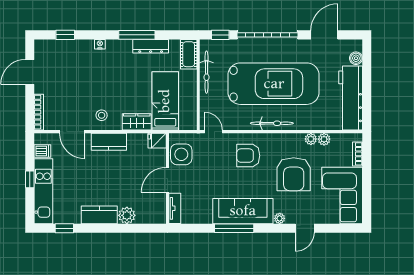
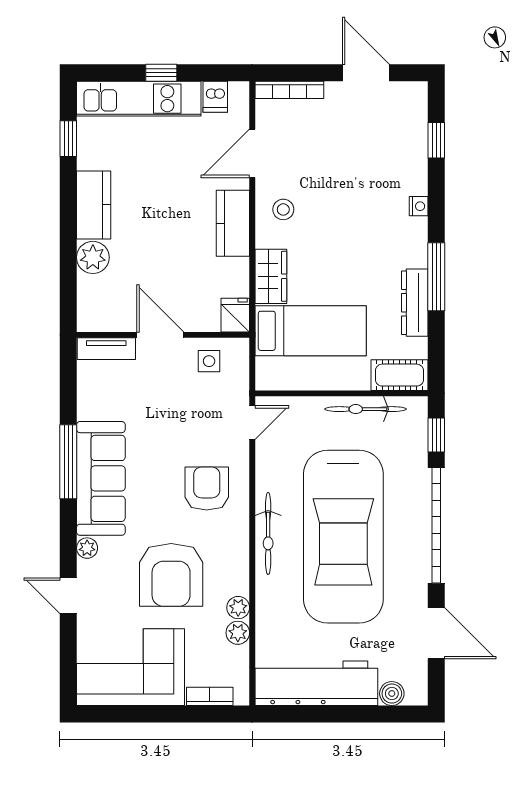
side table: (181, 154) -> (209, 361), width x0.54, depth x0.54
armchair: (294, 174) -> (171, 575), turned -90

